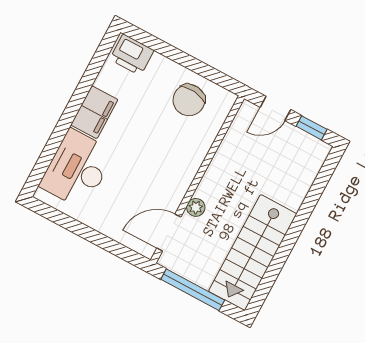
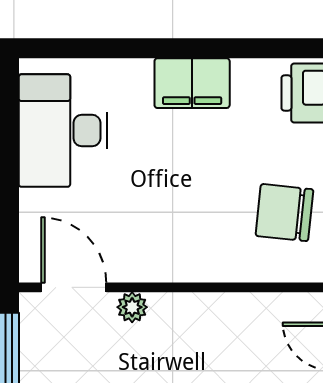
desk: (77, 169) -> (63, 131), moved, turned -90

